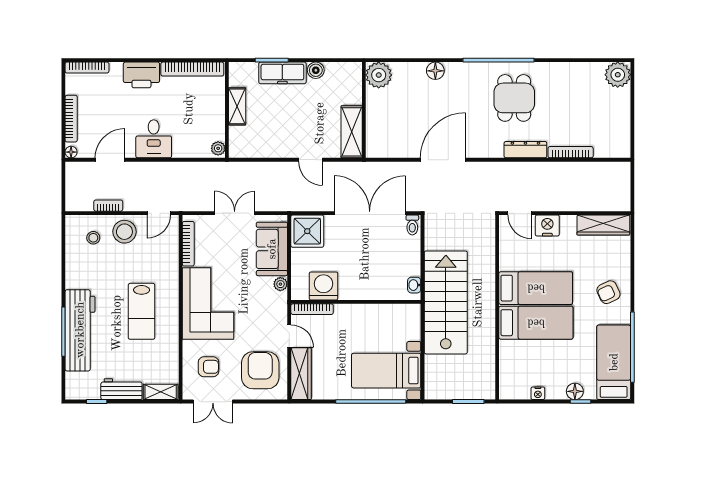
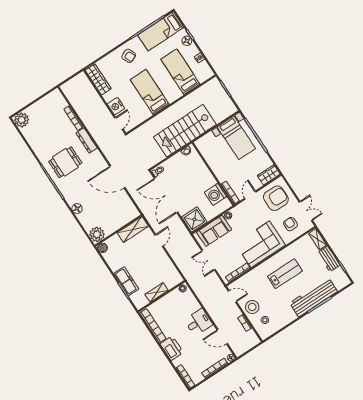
boiler: (316, 70) -> (103, 248), moved
bed: (536, 323) -> (180, 72), moved
armchair: (260, 370) -> (276, 198), turned 180
wardrobe: (301, 374) -> (269, 175), width x0.67

